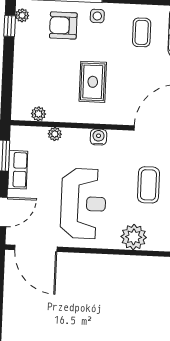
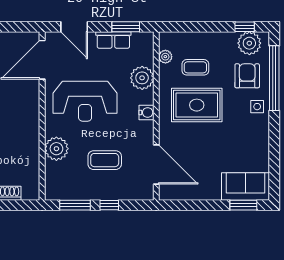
plant: (22, 15) -> (249, 43), width x1.88, depth x1.88
coffee table: (142, 32) -> (195, 67), moved
rug: (93, 82) -> (197, 105), width x1.36, depth x1.43
plant: (55, 134) -> (142, 78), width x1.87, depth x1.87

